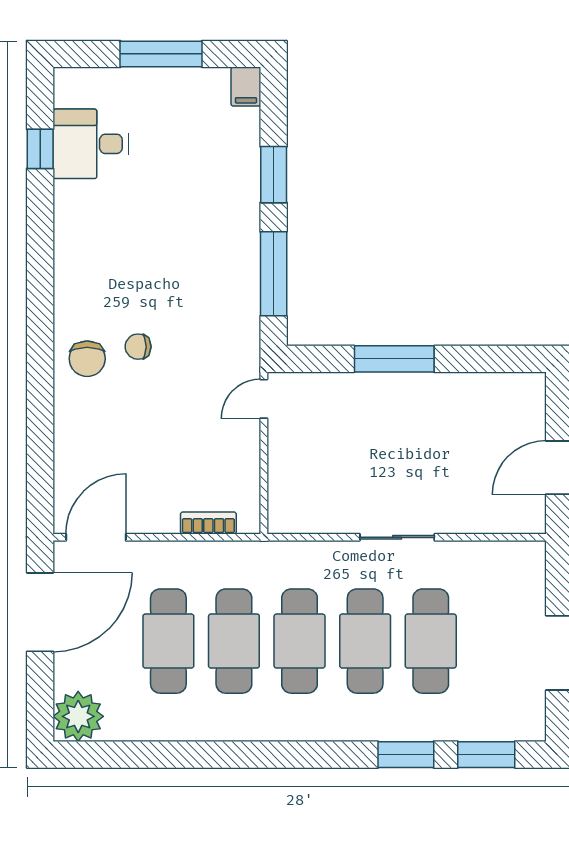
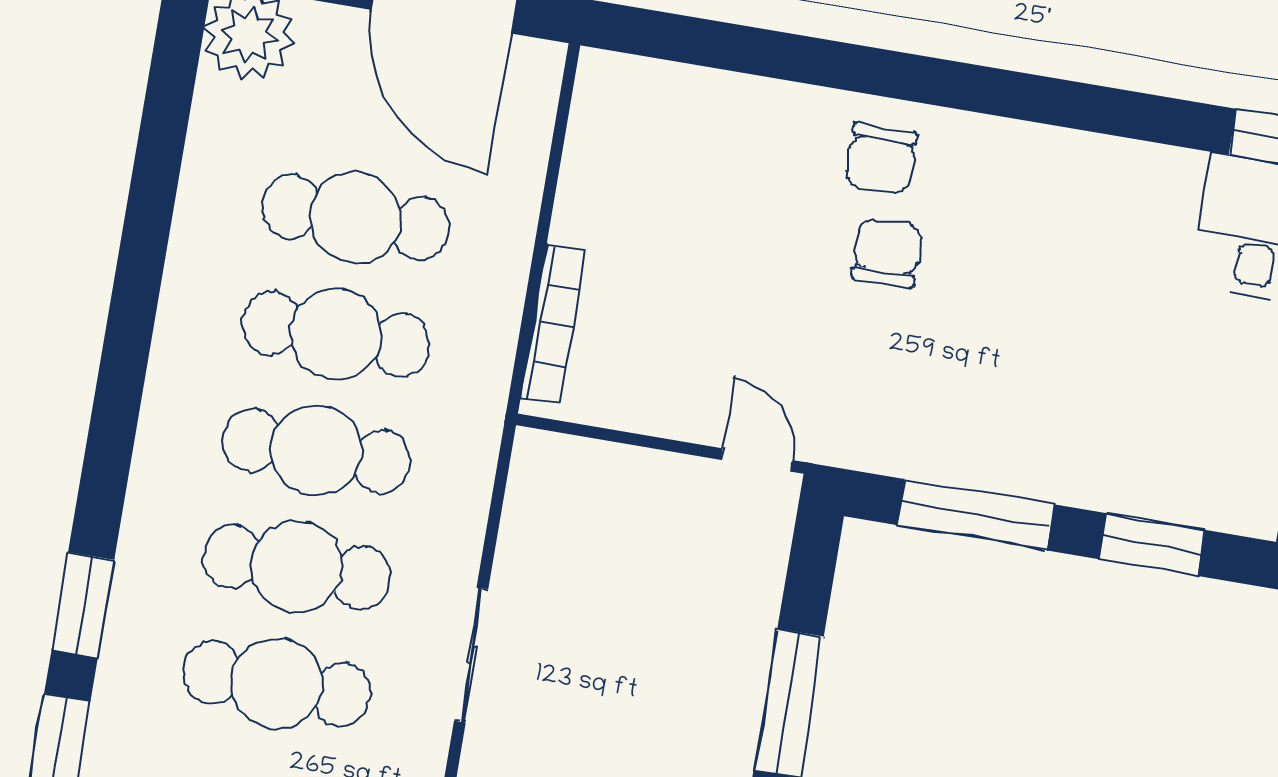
chair: (138, 347) -> (887, 252), width x1.37, depth x1.37
chair: (87, 359) -> (881, 158), turned -90
bookcase: (208, 523) -> (553, 324), width x1.56
door: (96, 537) -> (562, 120), removed

